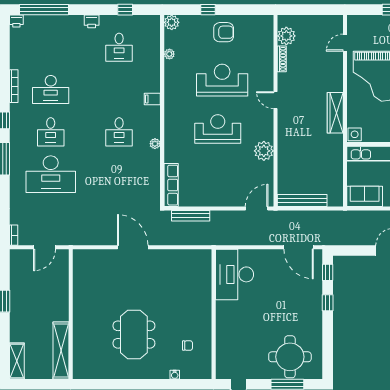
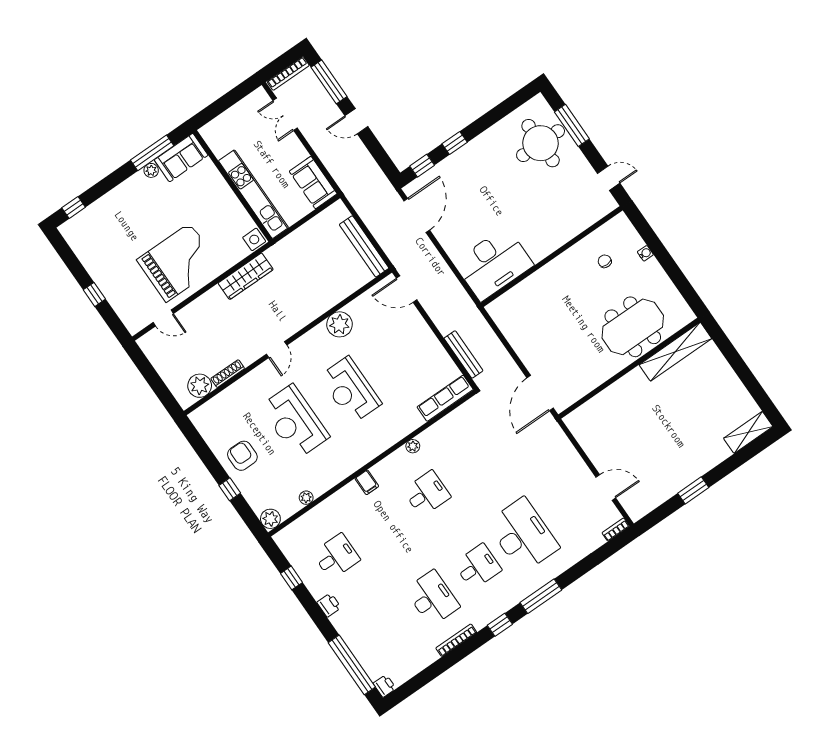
wall: (71, 314) -> (629, 368), moved
shelving: (61, 350) -> (675, 352), moved

